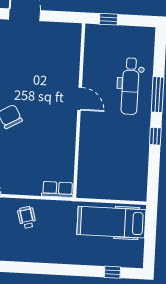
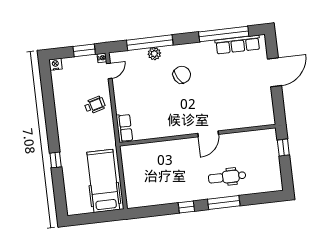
dental chair: (130, 86) -> (227, 177), width x0.73, depth x0.72
window: (112, 272) -> (56, 160), moved

